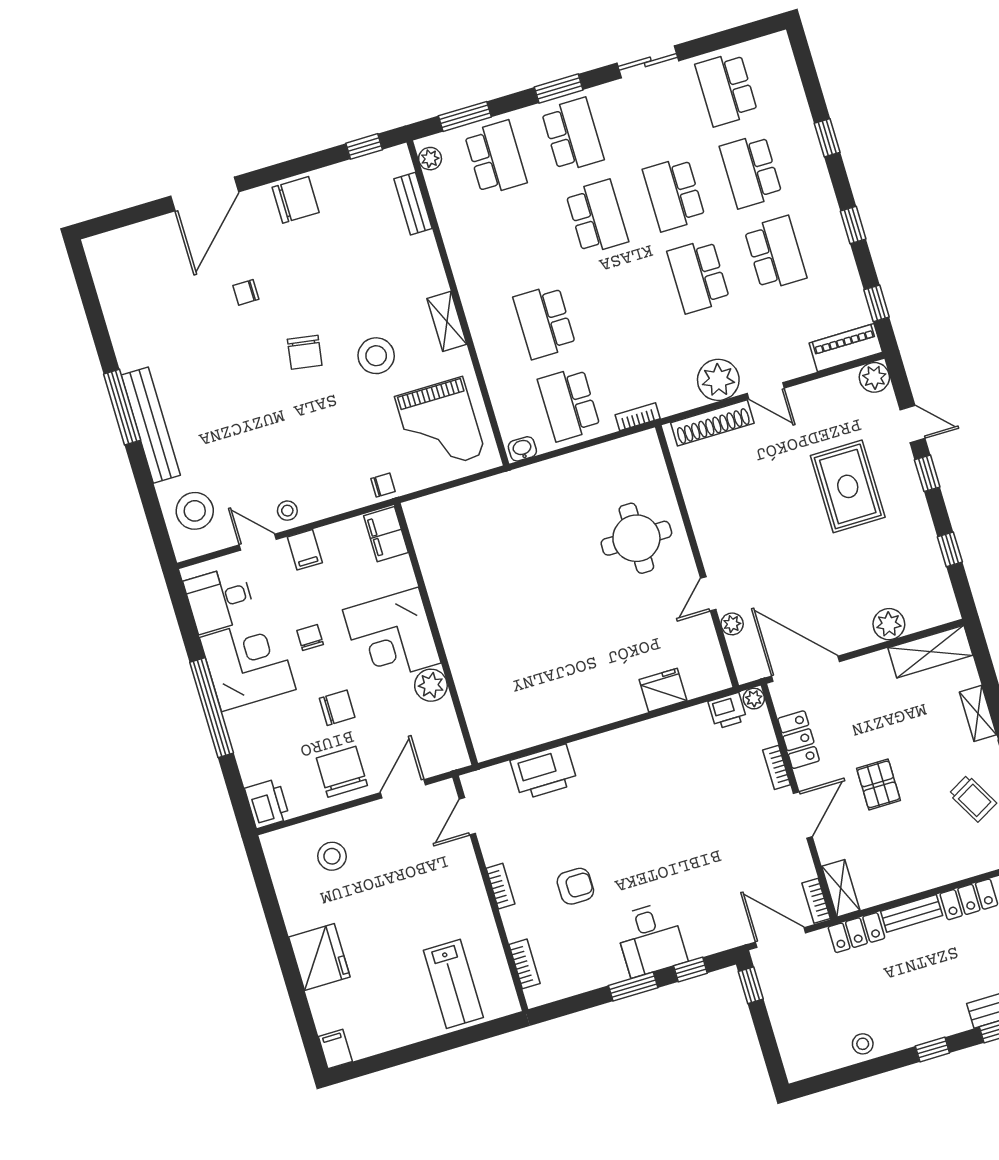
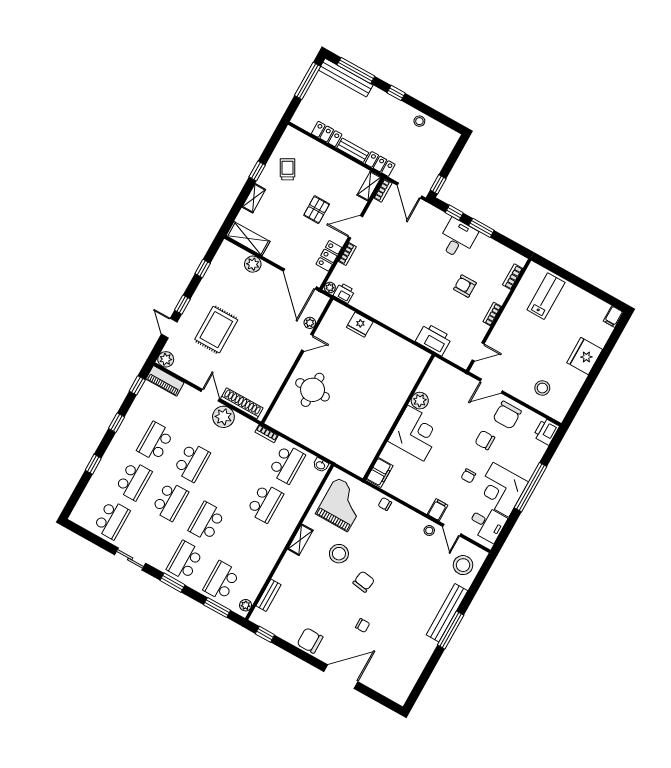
filing cabinet: (386, 534) -> (380, 472), moved
wall: (436, 634) -> (399, 417), moved
corner desk: (392, 636) -> (416, 433), moved
plant: (431, 685) -> (420, 401), moved

